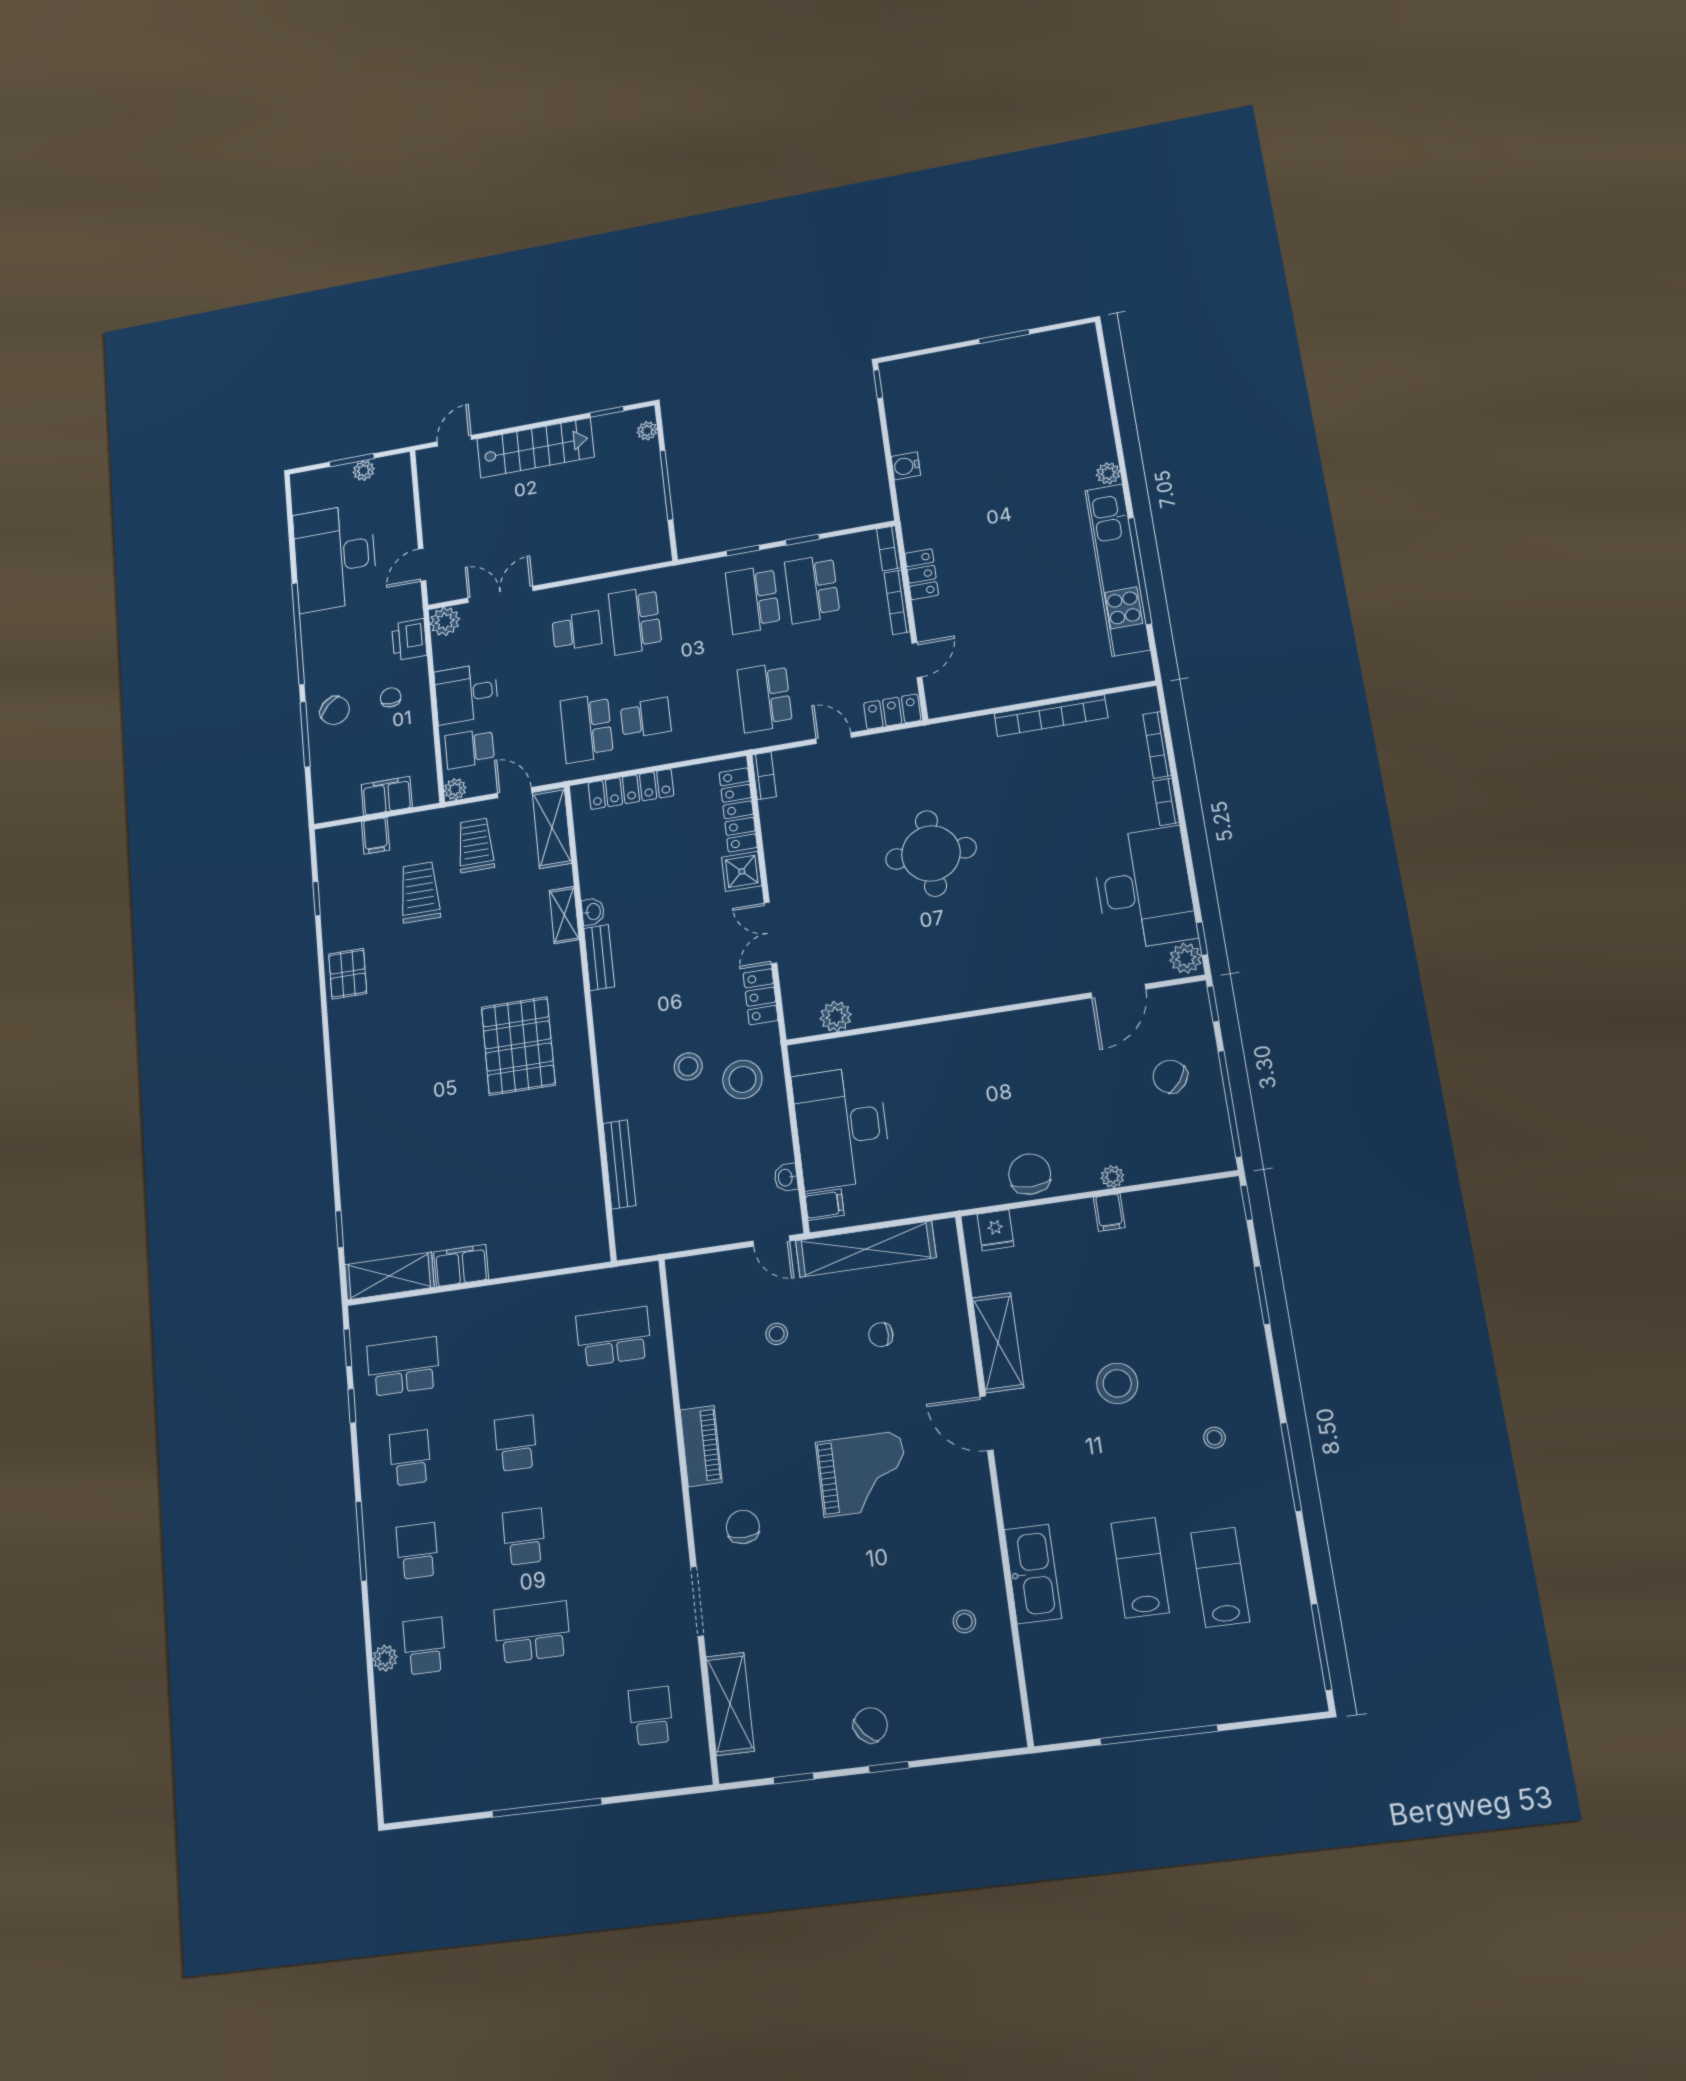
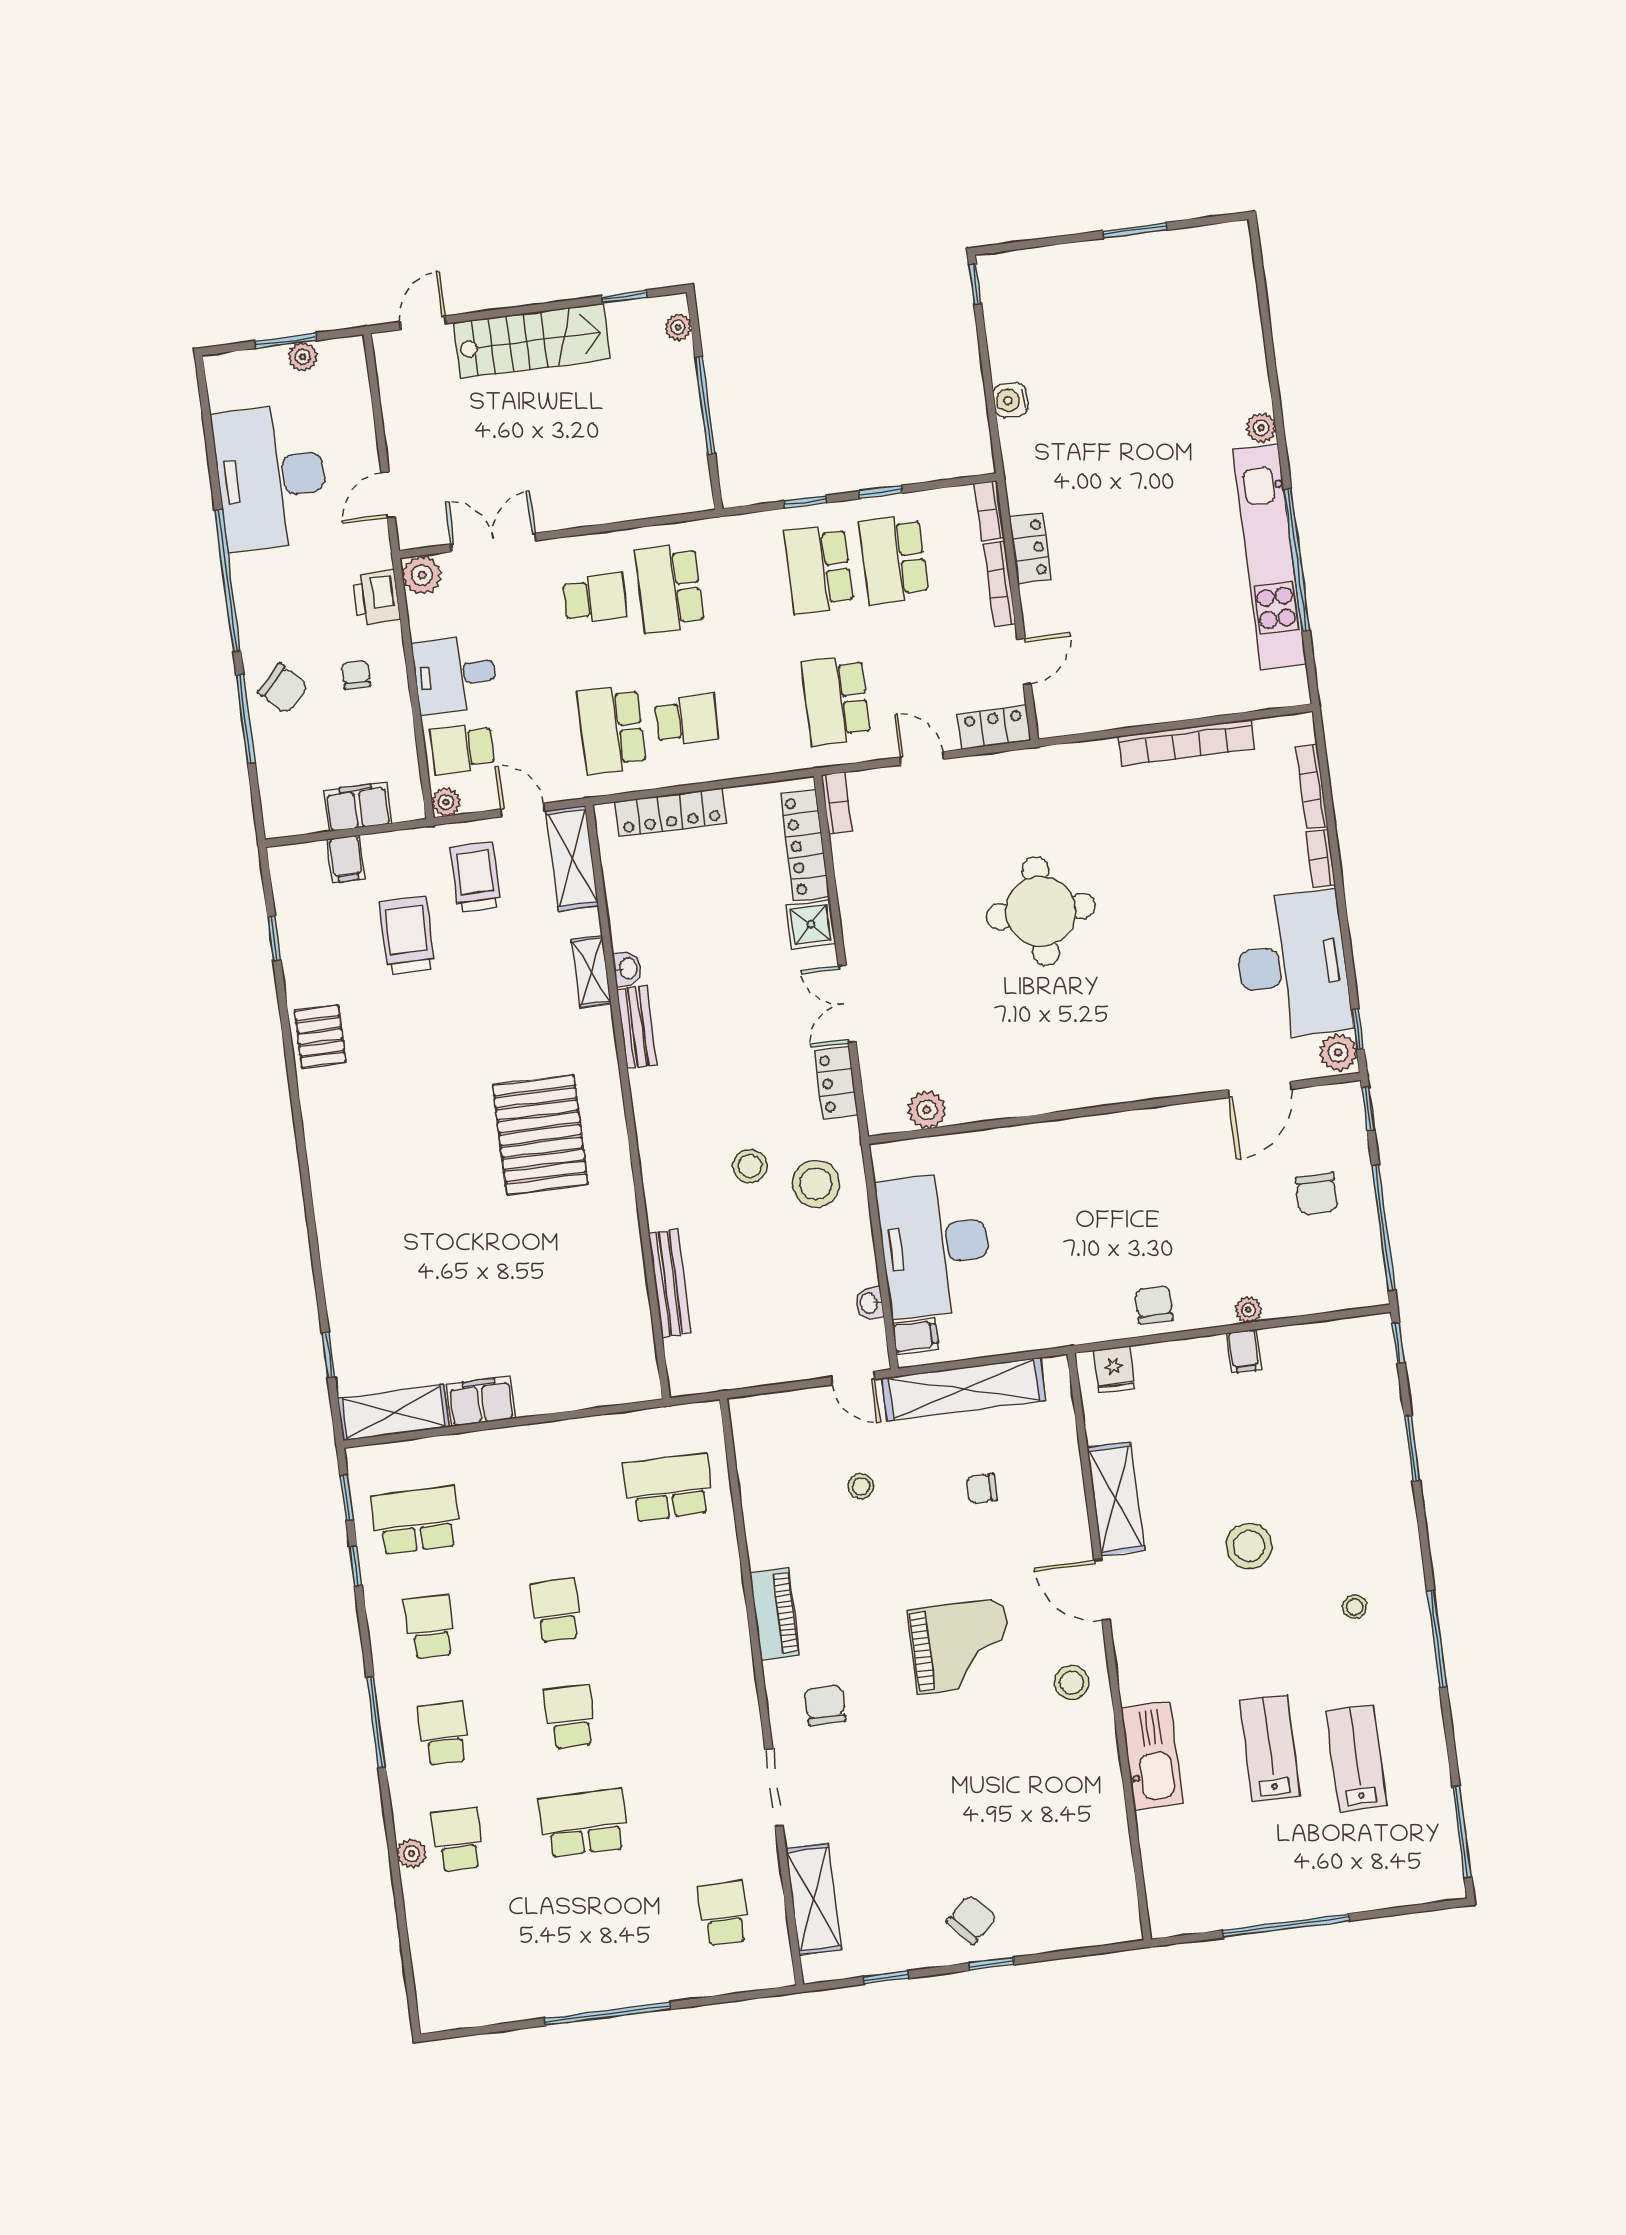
chair: (1170, 1076) -> (1317, 1194), turned -127
chair: (1030, 1174) -> (1154, 1305), width x0.73, depth x0.73
stool: (964, 1621) -> (1072, 1682), moved, width x1.37, depth x1.37

